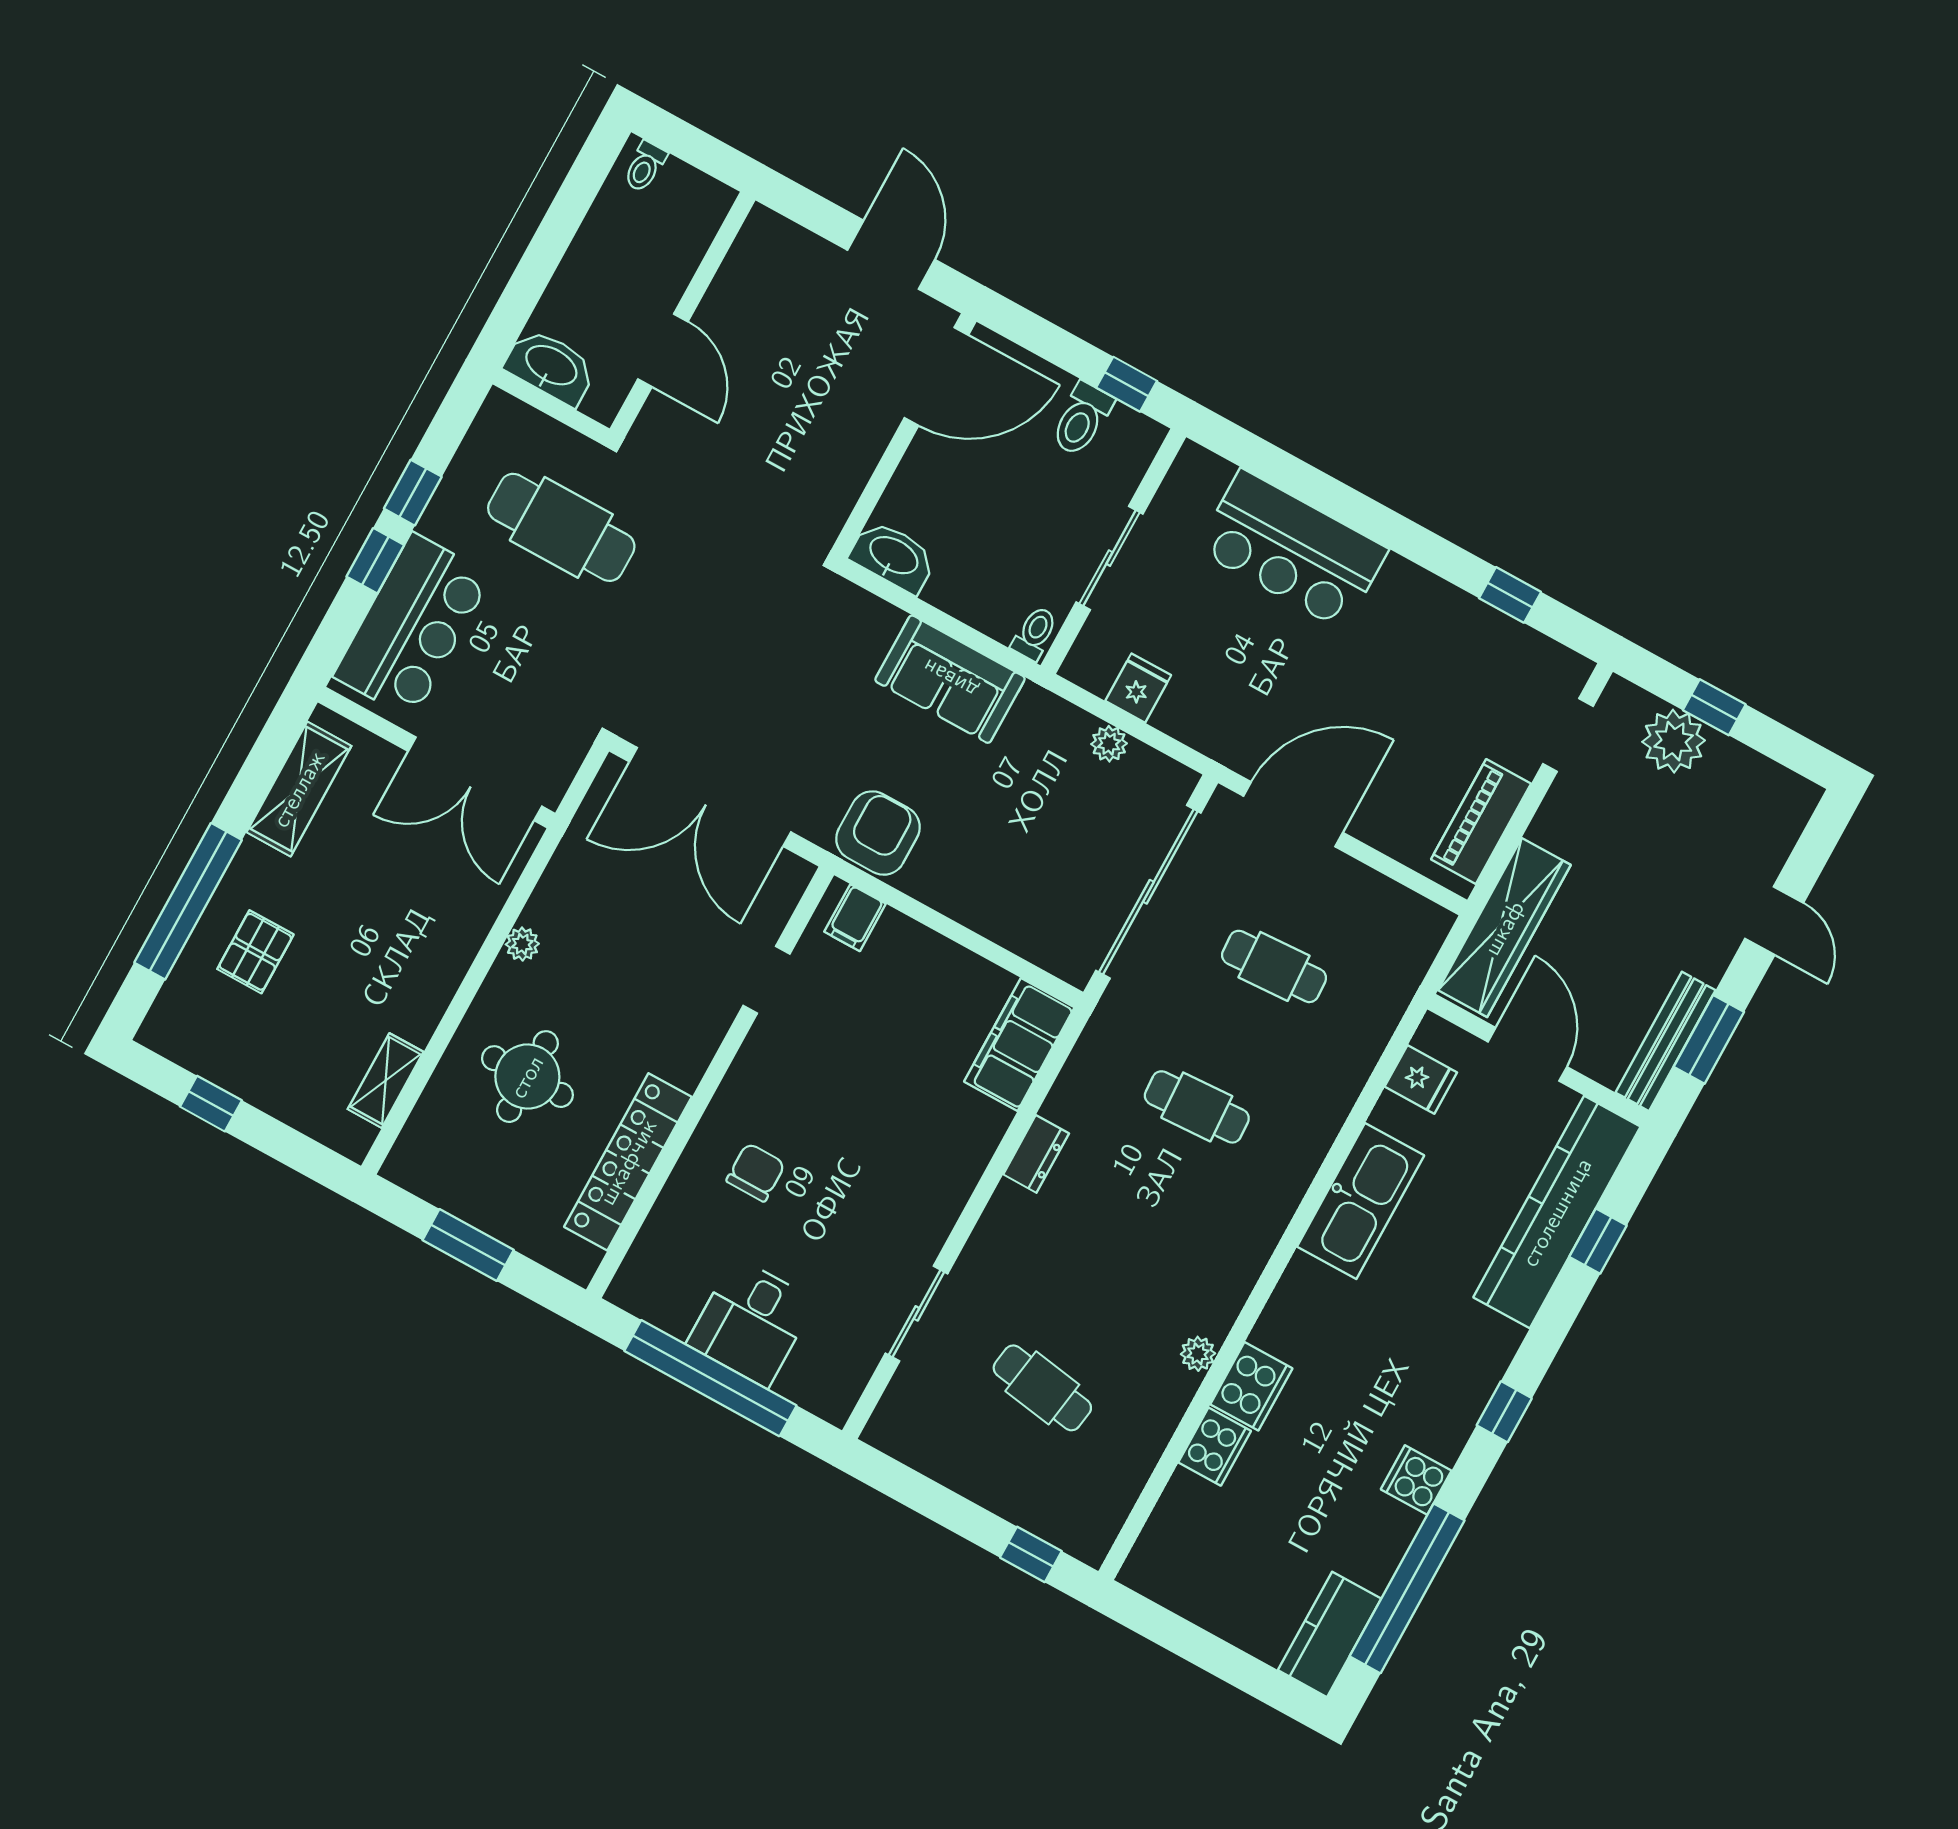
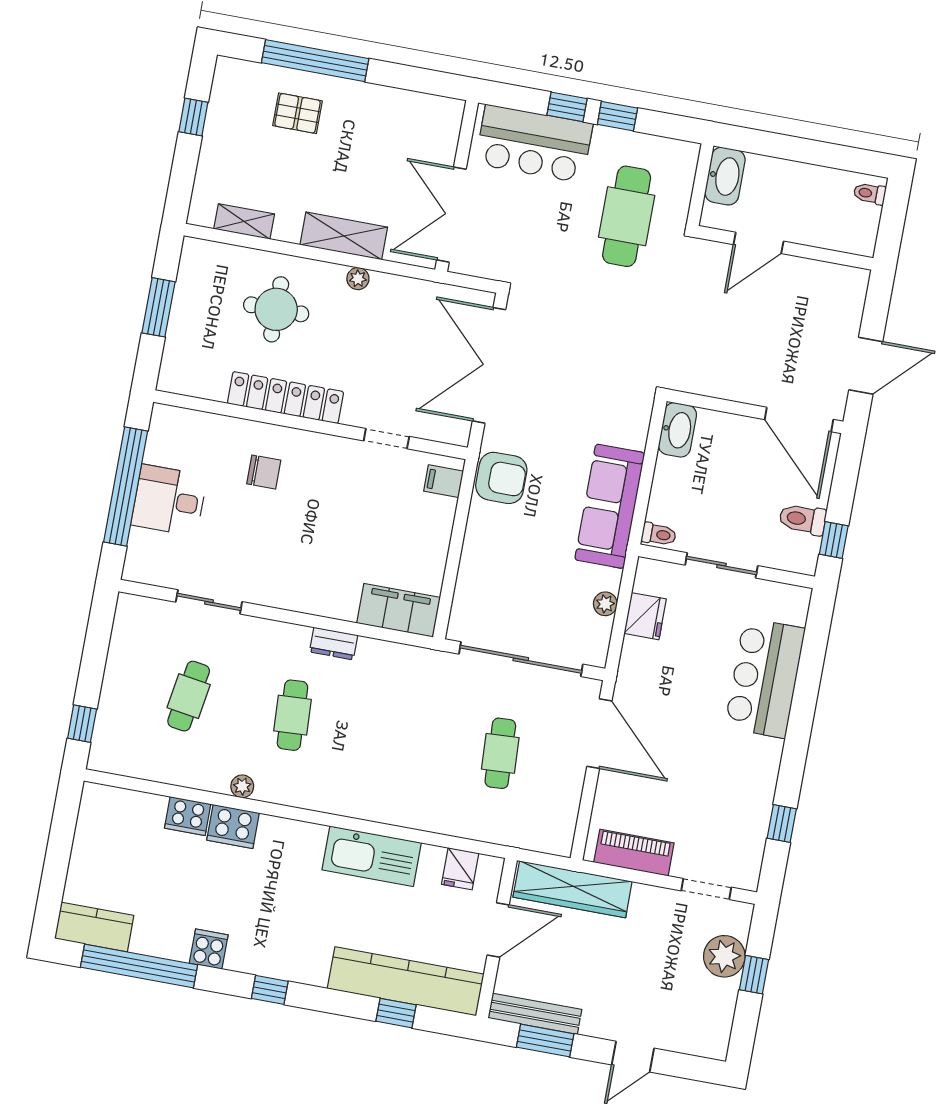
sofa: (950, 679) -> (610, 506), width x1.36
fridge: (1138, 688) -> (645, 616), width x1.38
shelving: (299, 789) -> (344, 236), moved
cafe table: (1197, 1107) -> (292, 715), moved
locker: (628, 1162) -> (285, 398), moved

